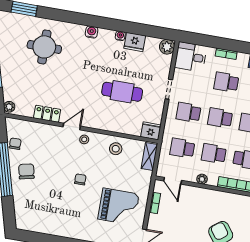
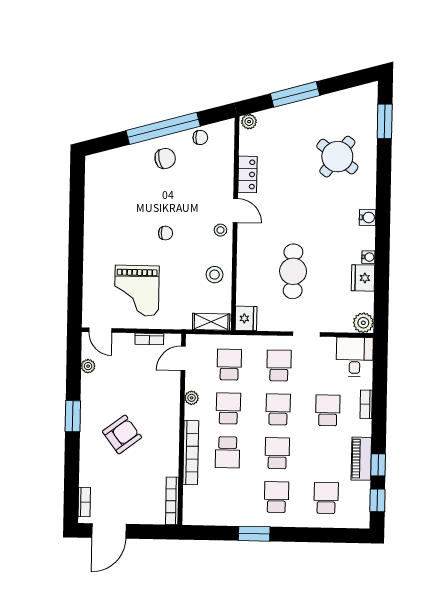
round table: (44, 47) -> (337, 157), turned 37

